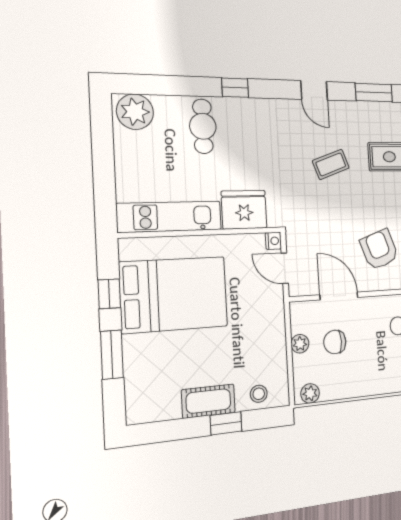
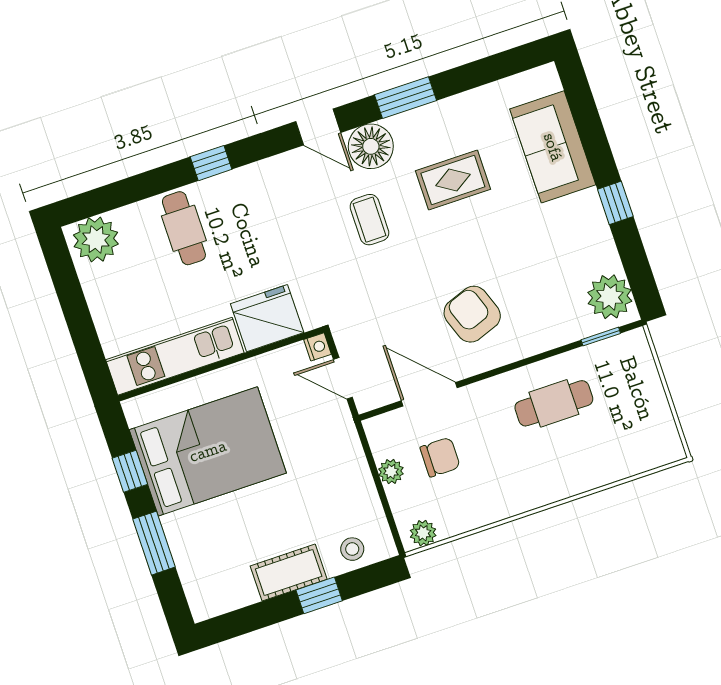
floor lamp: (344, 116) -> (371, 146), added
coffee table: (331, 164) -> (369, 220), turned -70
chair: (335, 342) -> (440, 457), turned 180

